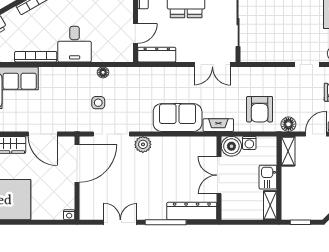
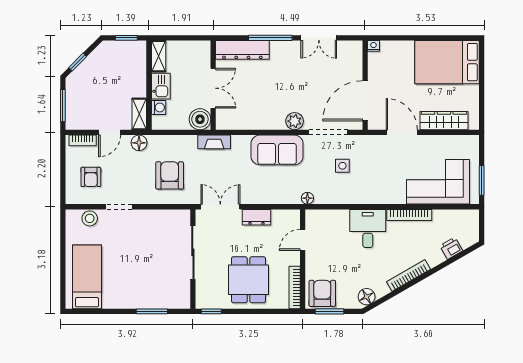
dresser: (157, 55) -> (256, 217), moved, width x0.70
floor lamp: (103, 72) -> (307, 198), moved
armchair: (260, 109) -> (170, 175), moved
sofa: (178, 117) -> (277, 150), moved
washing machine: (249, 143) -> (159, 107), moved, turned 90

